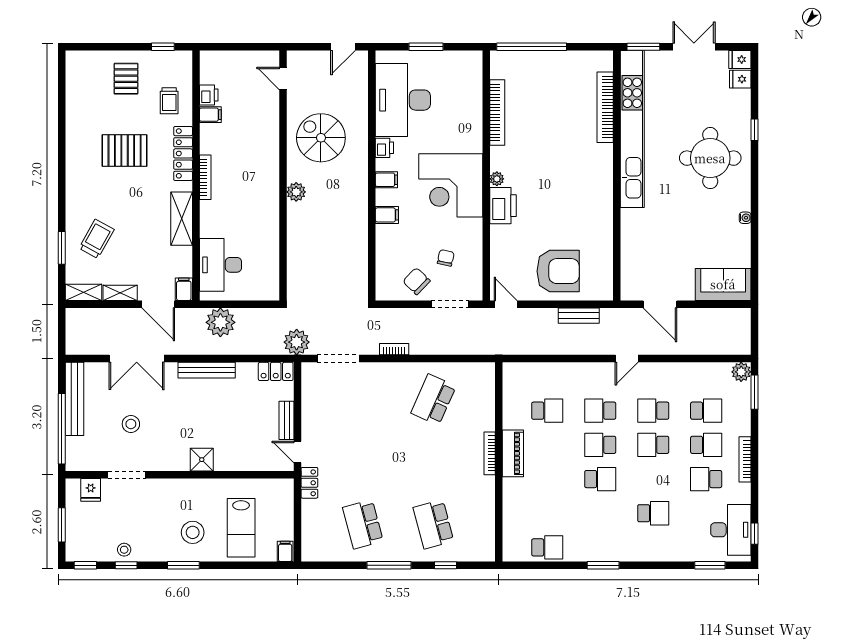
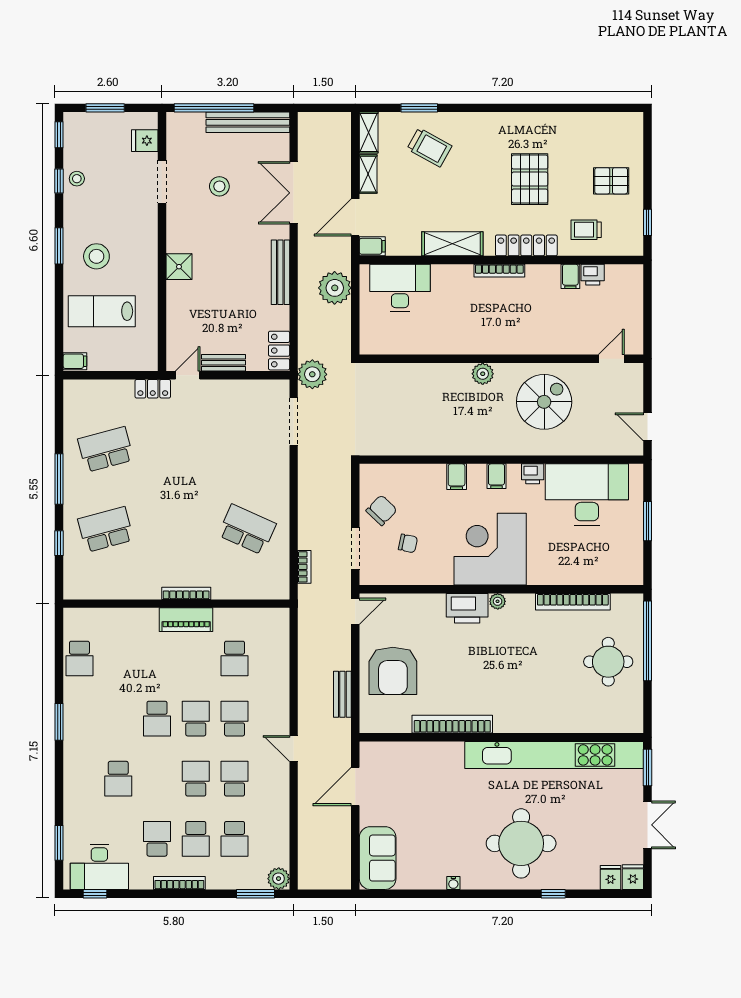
round table: (550, 81) -> (608, 662), added
bookcase: (605, 107) -> (452, 724), moved
bookcase: (394, 349) -> (304, 567), moved

